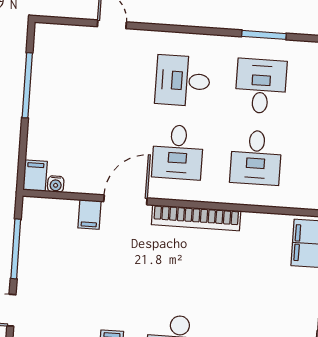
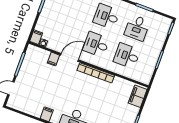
desk: (261, 86) -> (137, 28), turned 180
desk: (178, 152) -> (96, 44), turned 90
desk: (256, 157) -> (127, 56), turned 90

